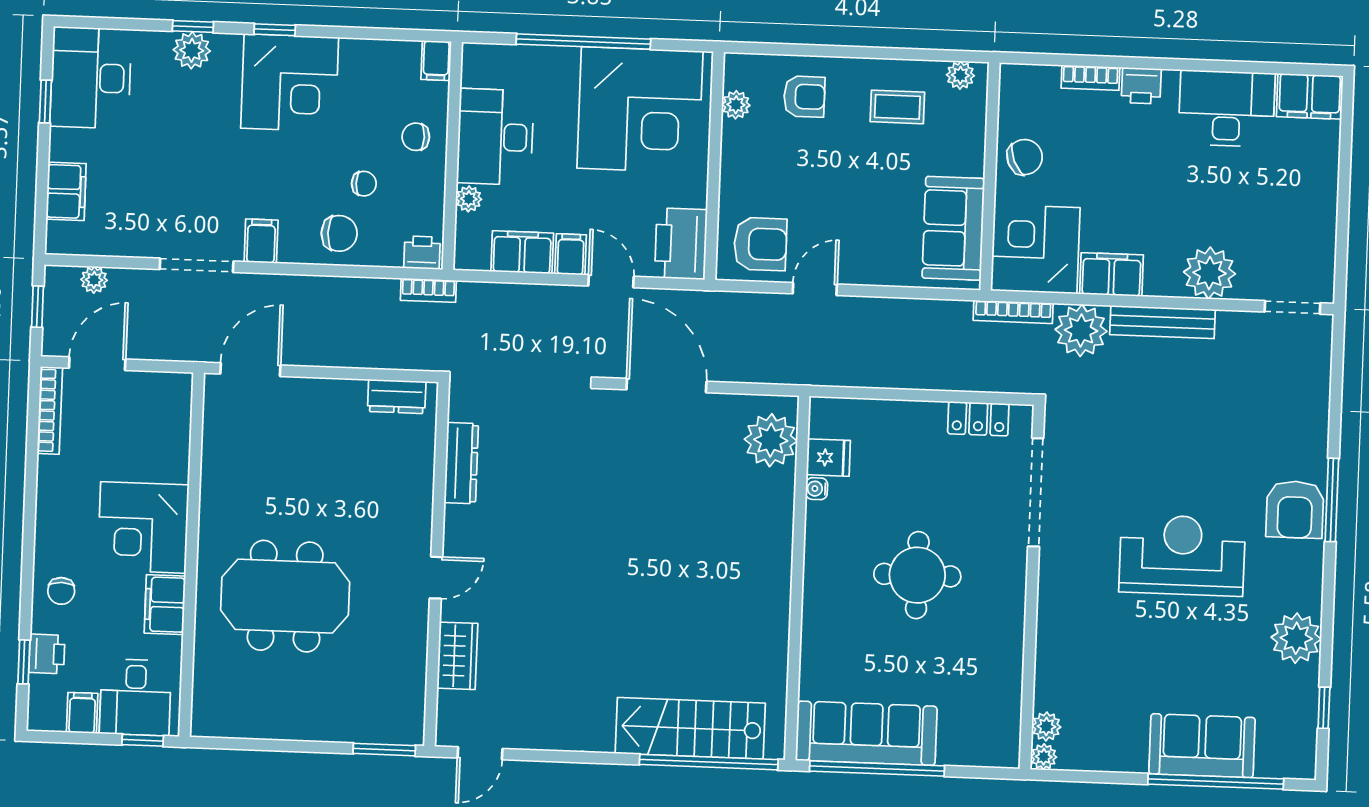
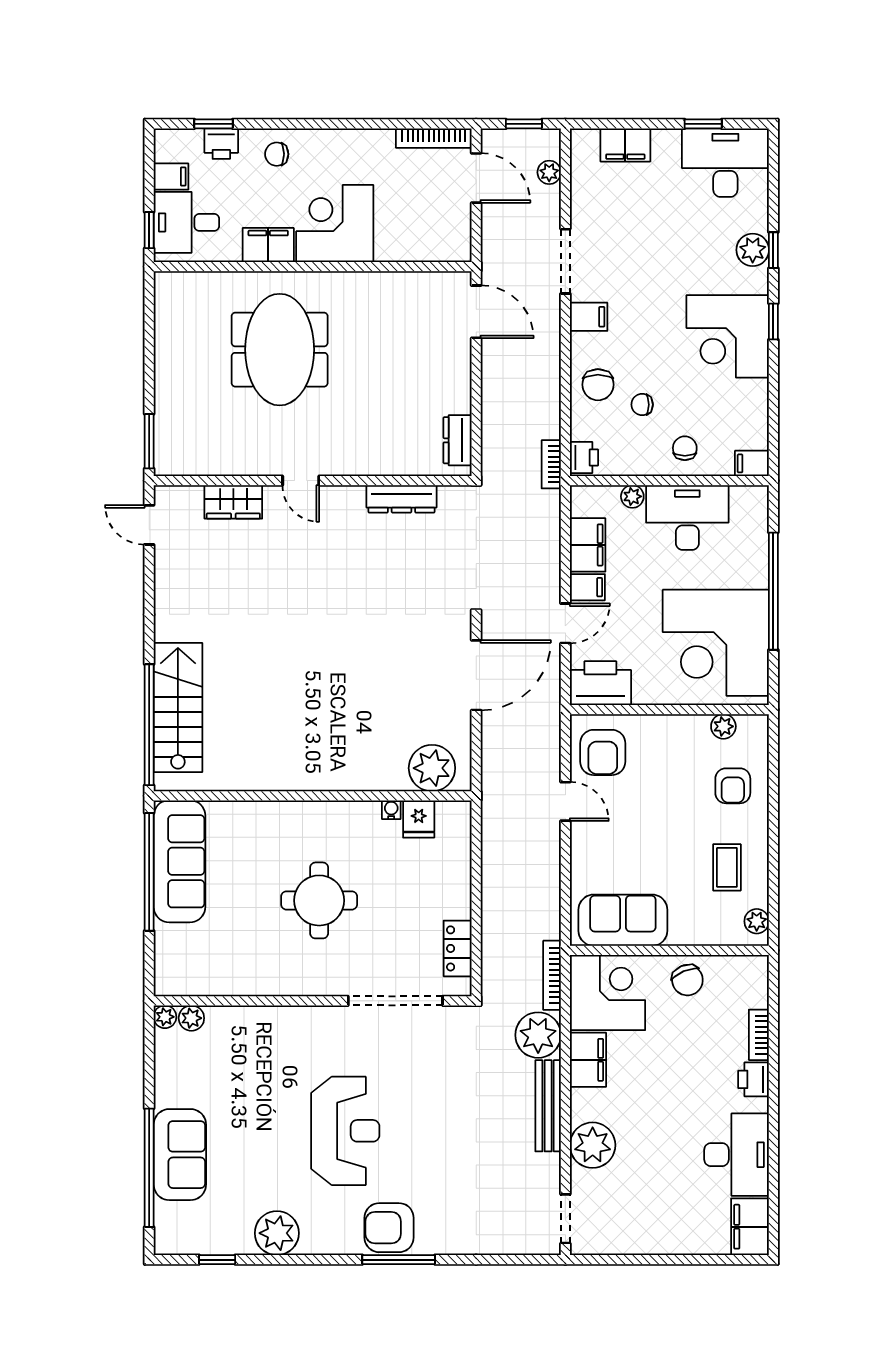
chair: (364, 184) -> (642, 405), turned 90

